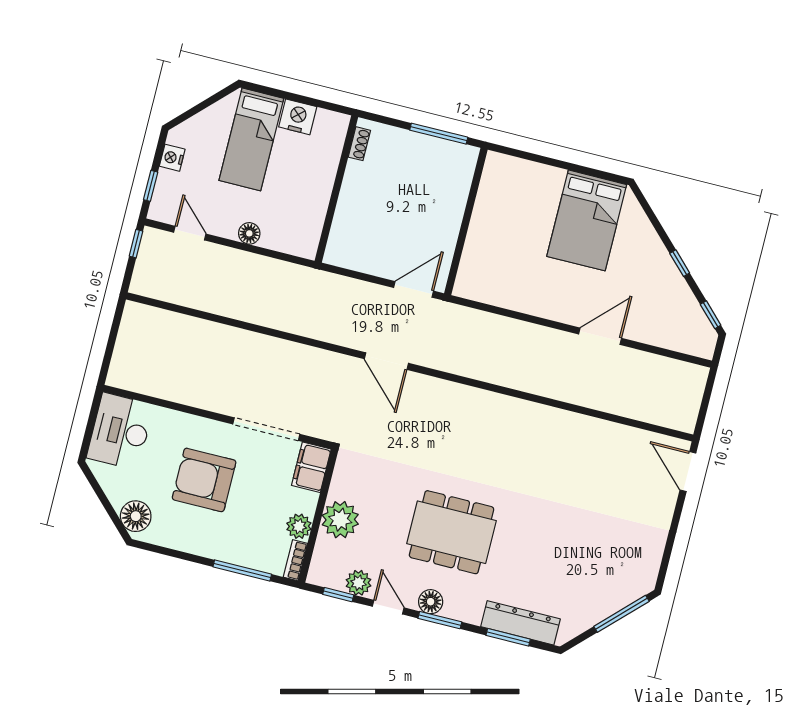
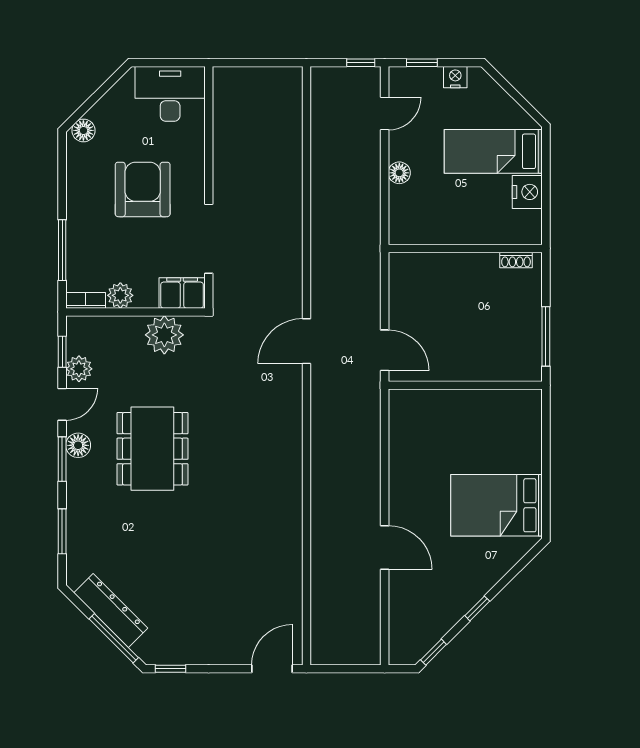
floor lamp: (136, 516) -> (83, 130), width x0.73, depth x0.73
plant: (340, 520) -> (164, 335), moved
window: (664, 567) -> (171, 669), added
dresser: (520, 623) -> (111, 611), moved, turned -45

